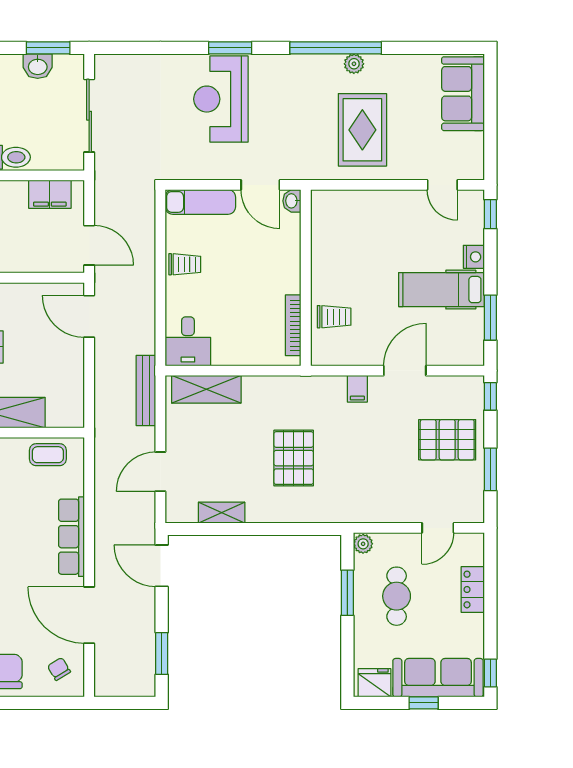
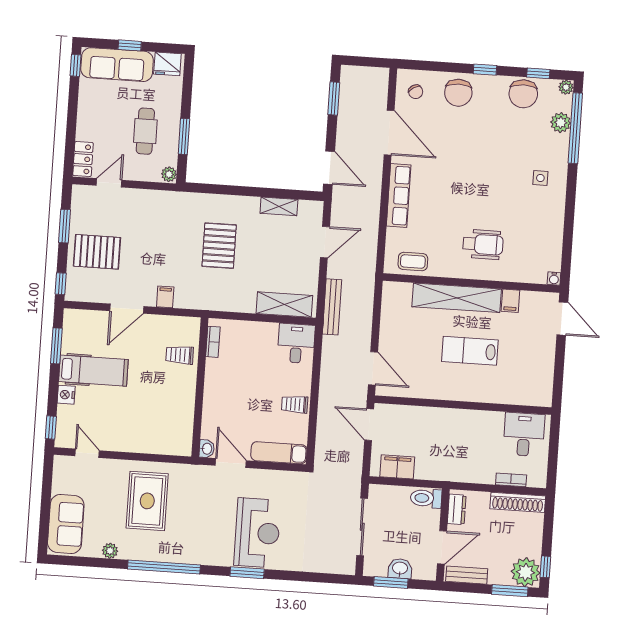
plant: (354, 64) -> (110, 551), moved
bookcase: (293, 325) -> (213, 342), width x0.64
locker: (473, 589) -> (83, 159), moved

